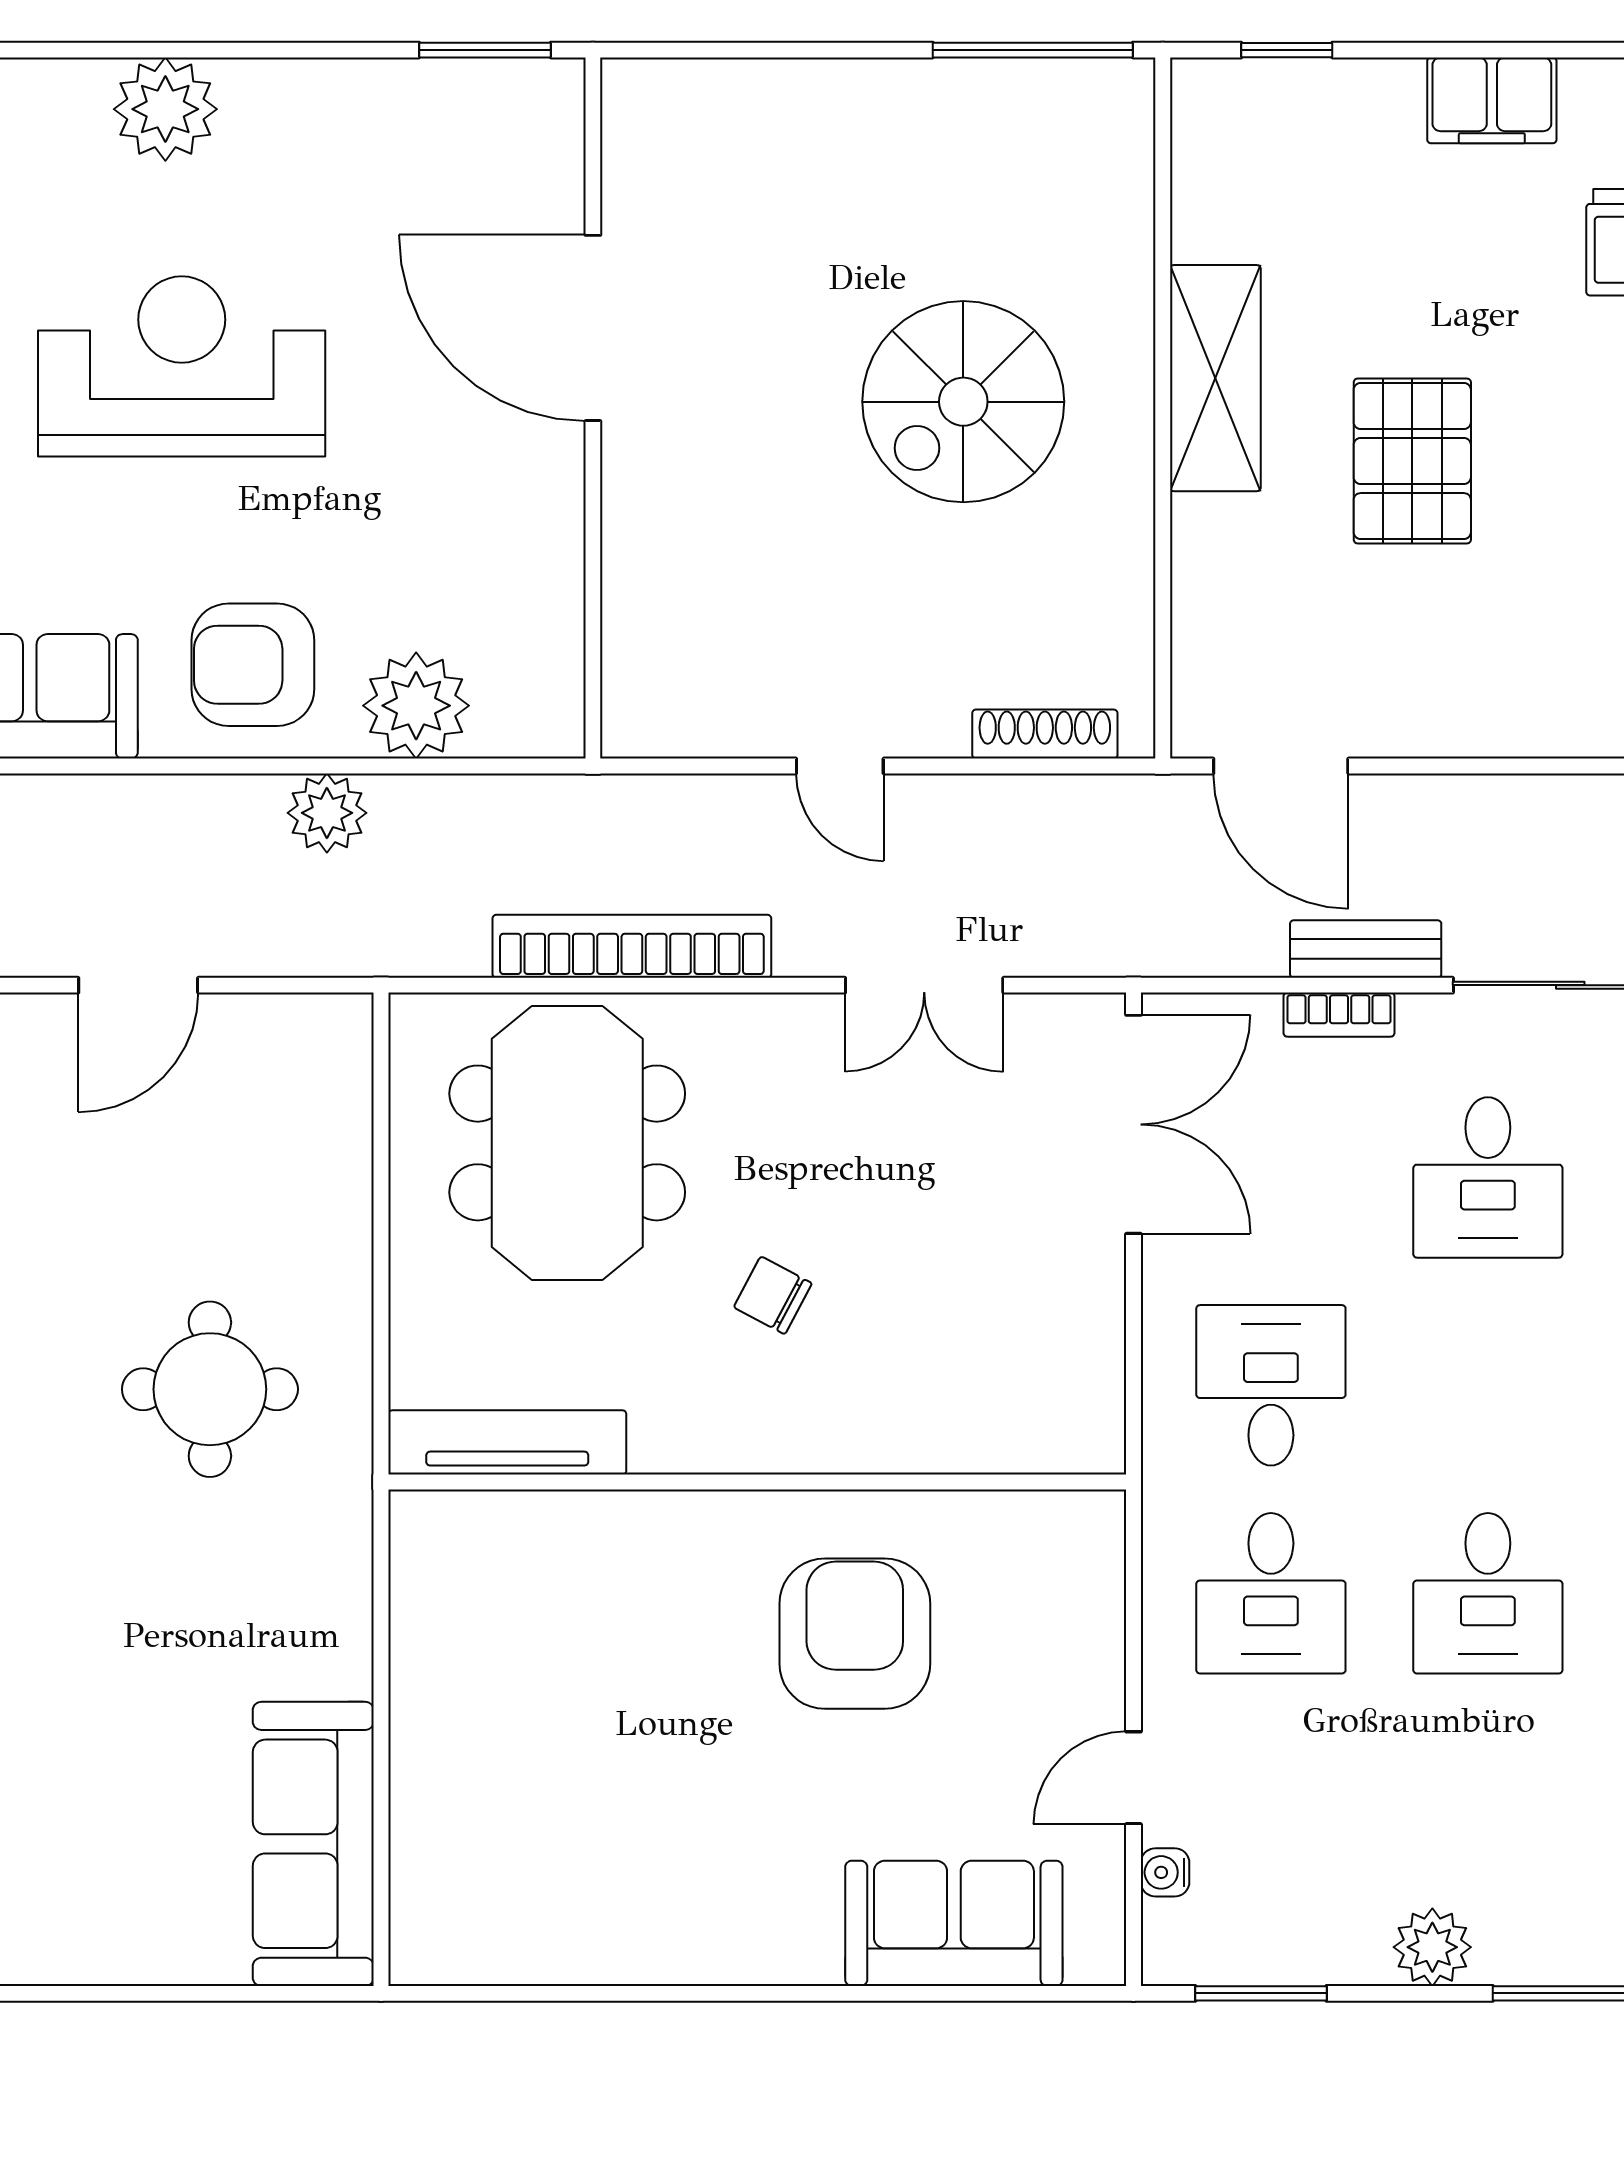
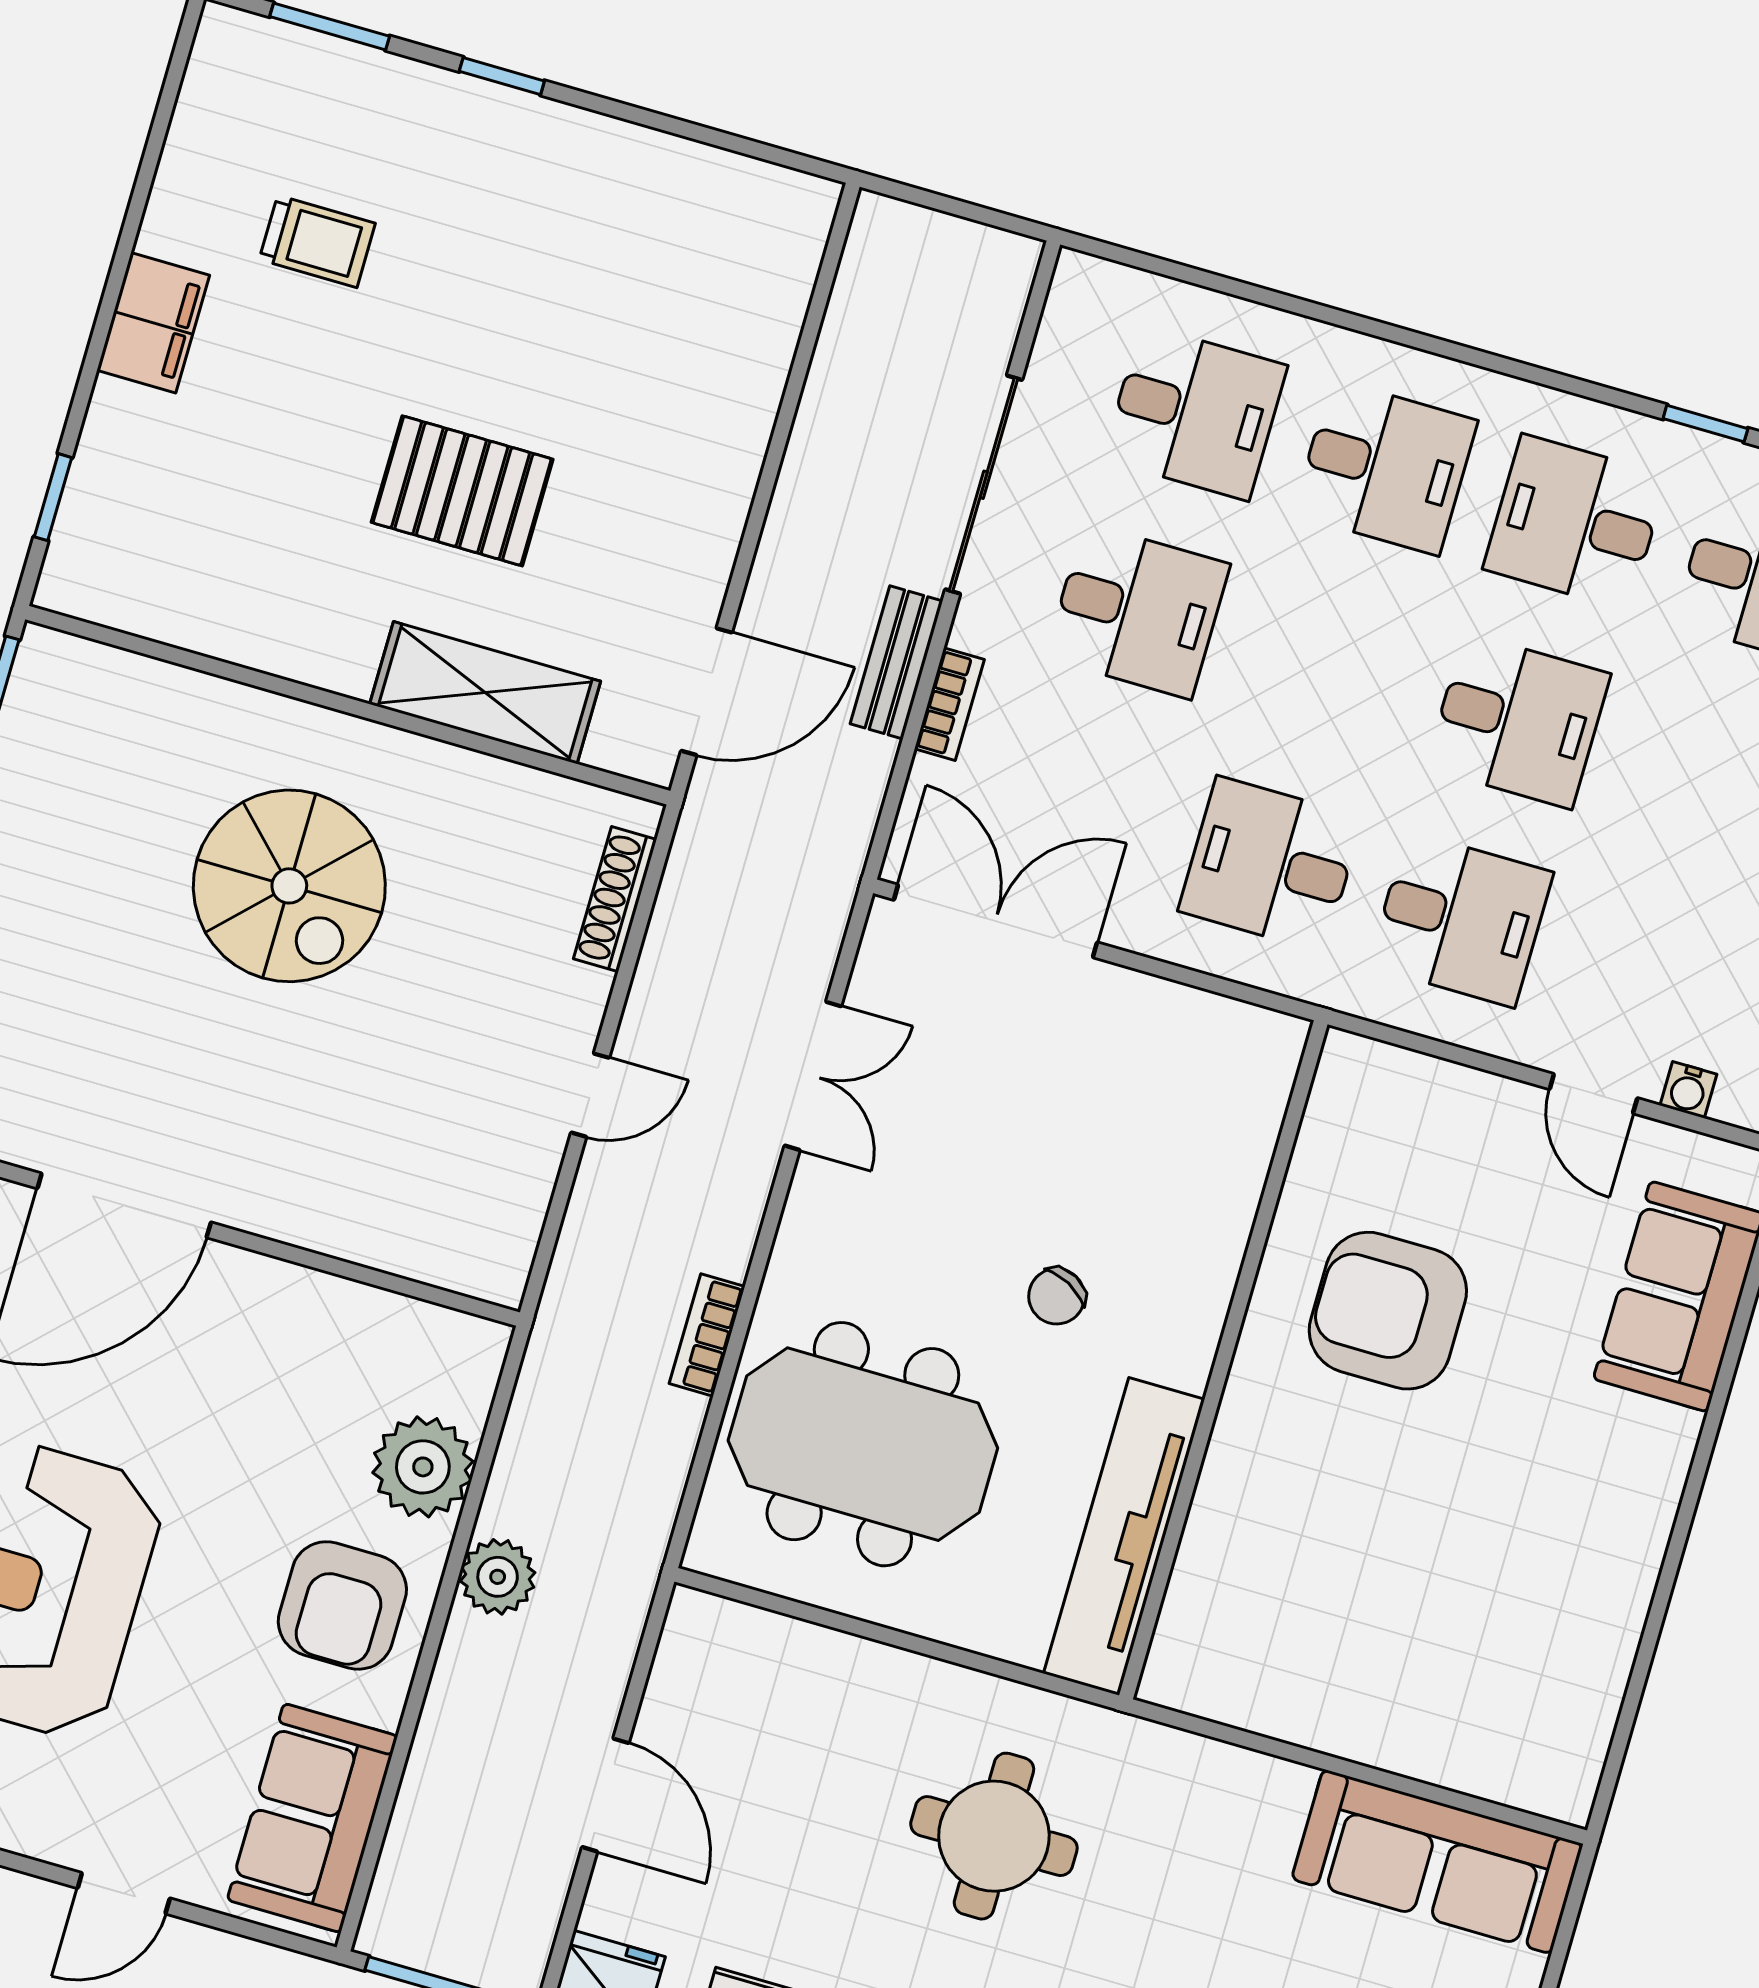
shelving: (1215, 378) -> (485, 693), moved
bookcase: (632, 946) -> (707, 1335), width x0.43, depth x0.76
tv unit: (507, 1442) -> (1124, 1536), width x1.36, depth x1.29

